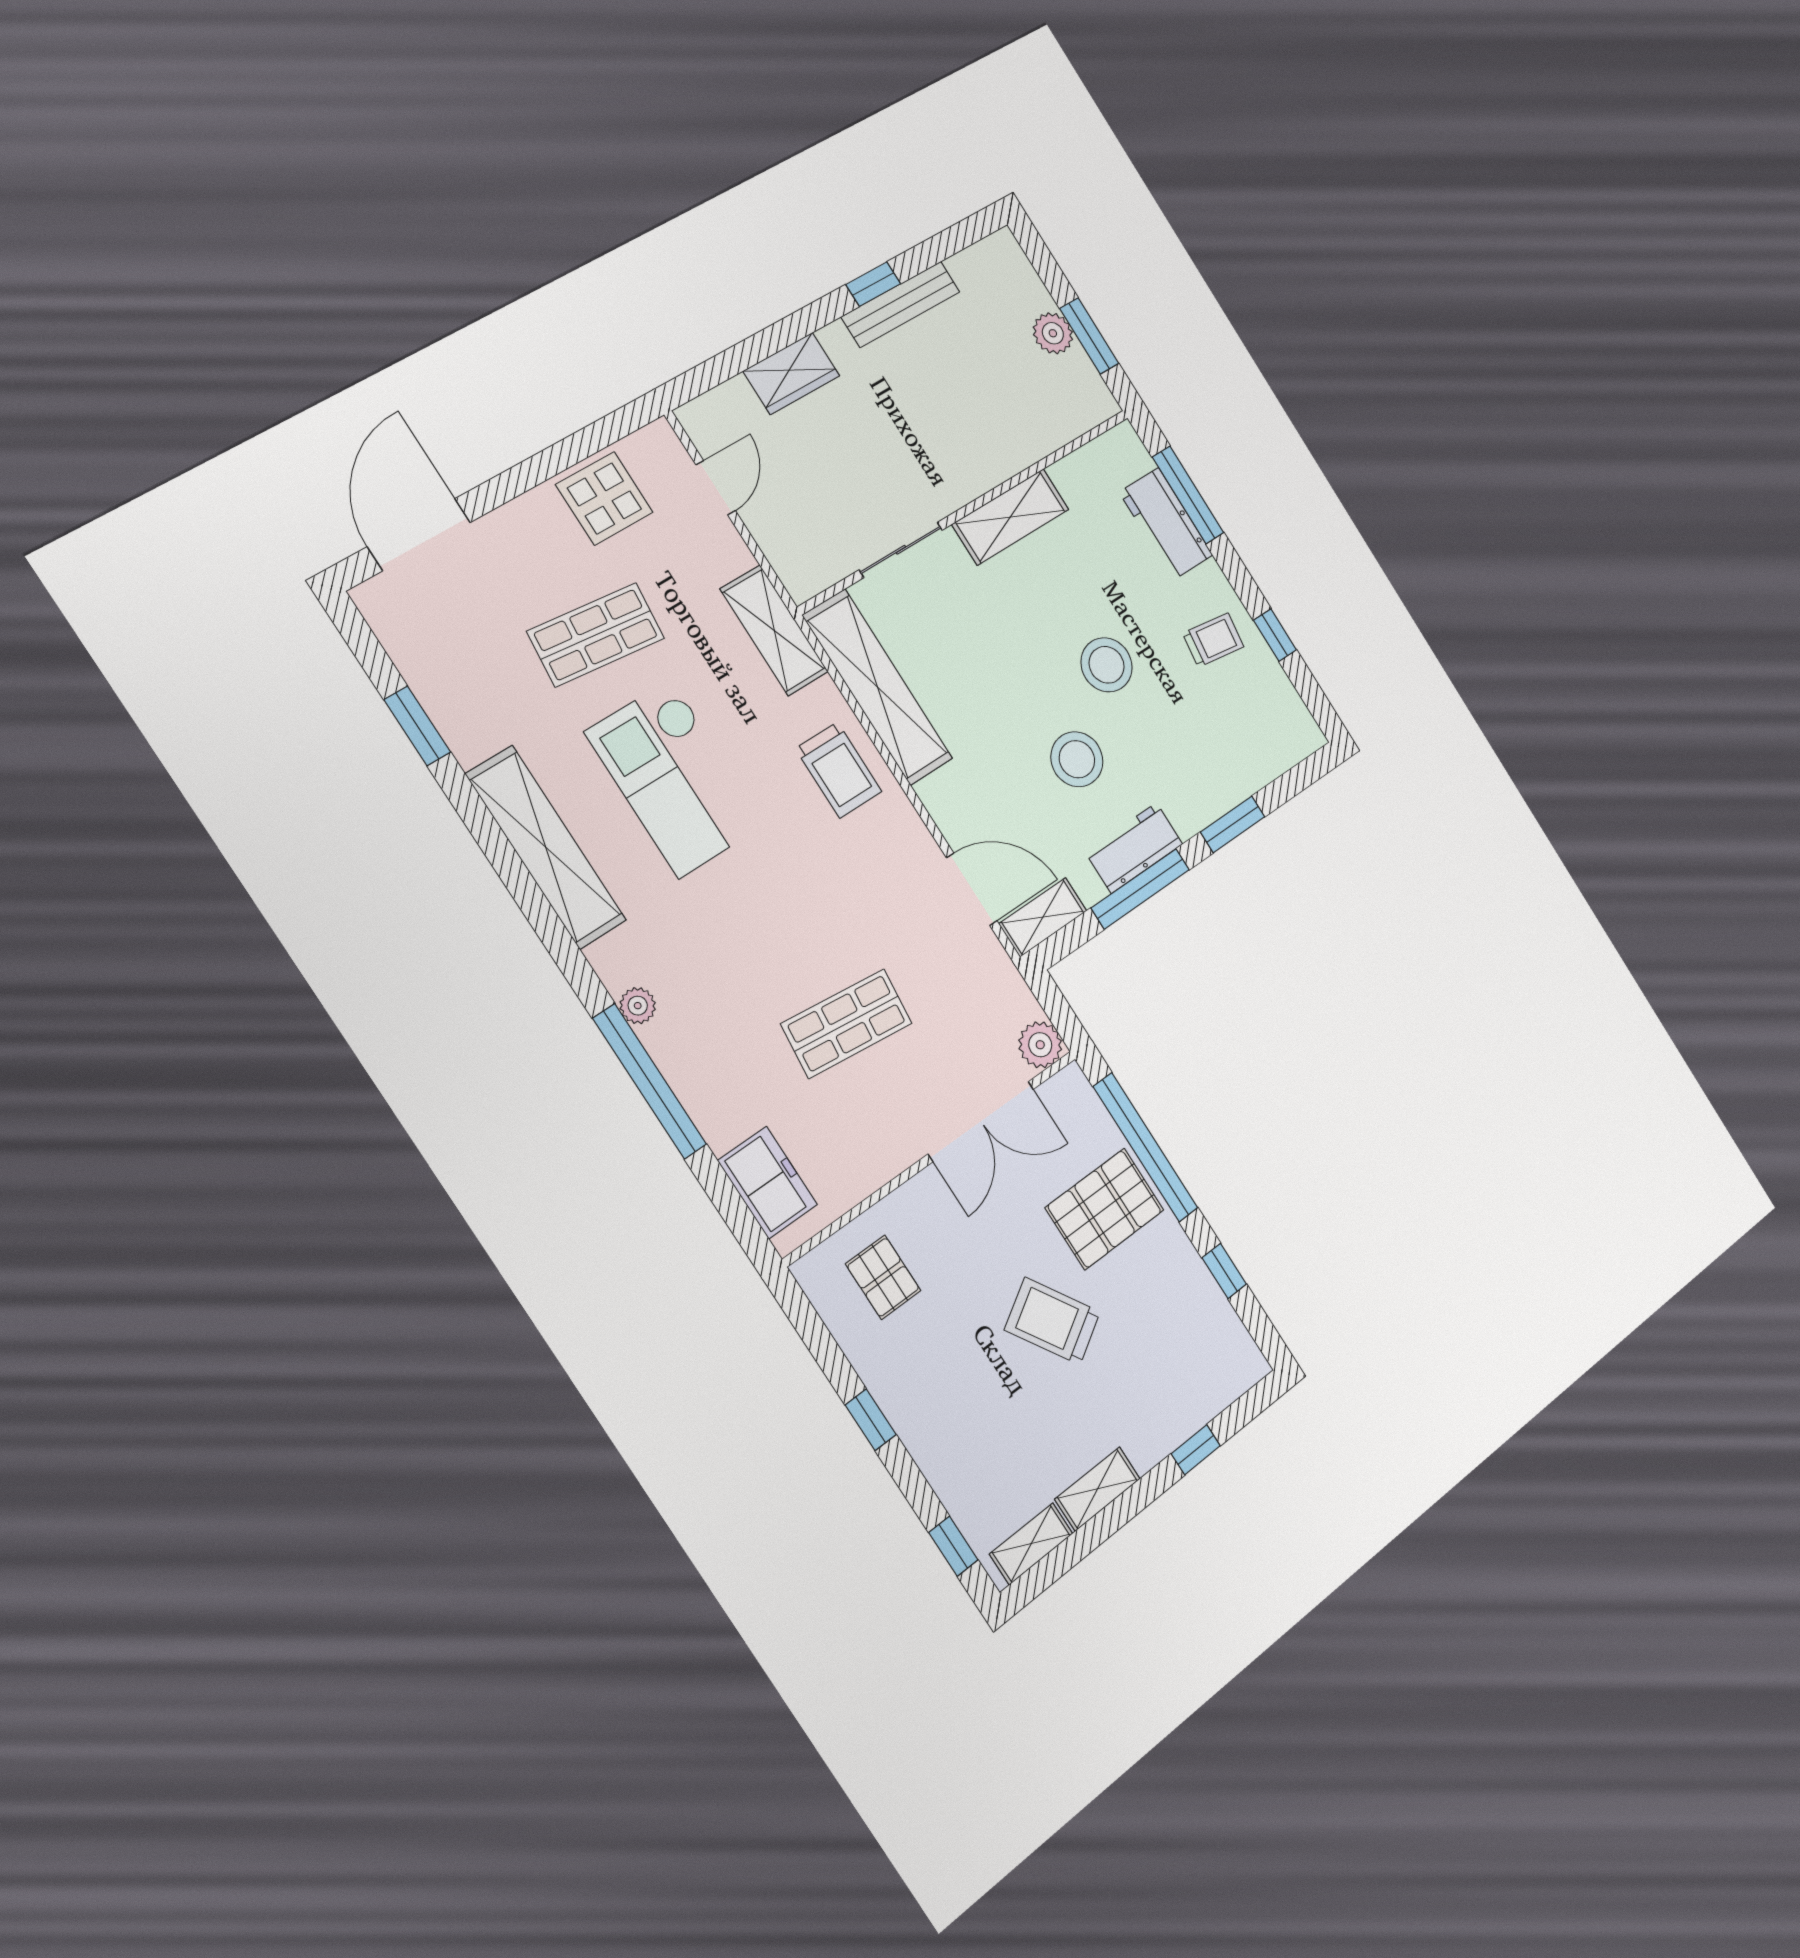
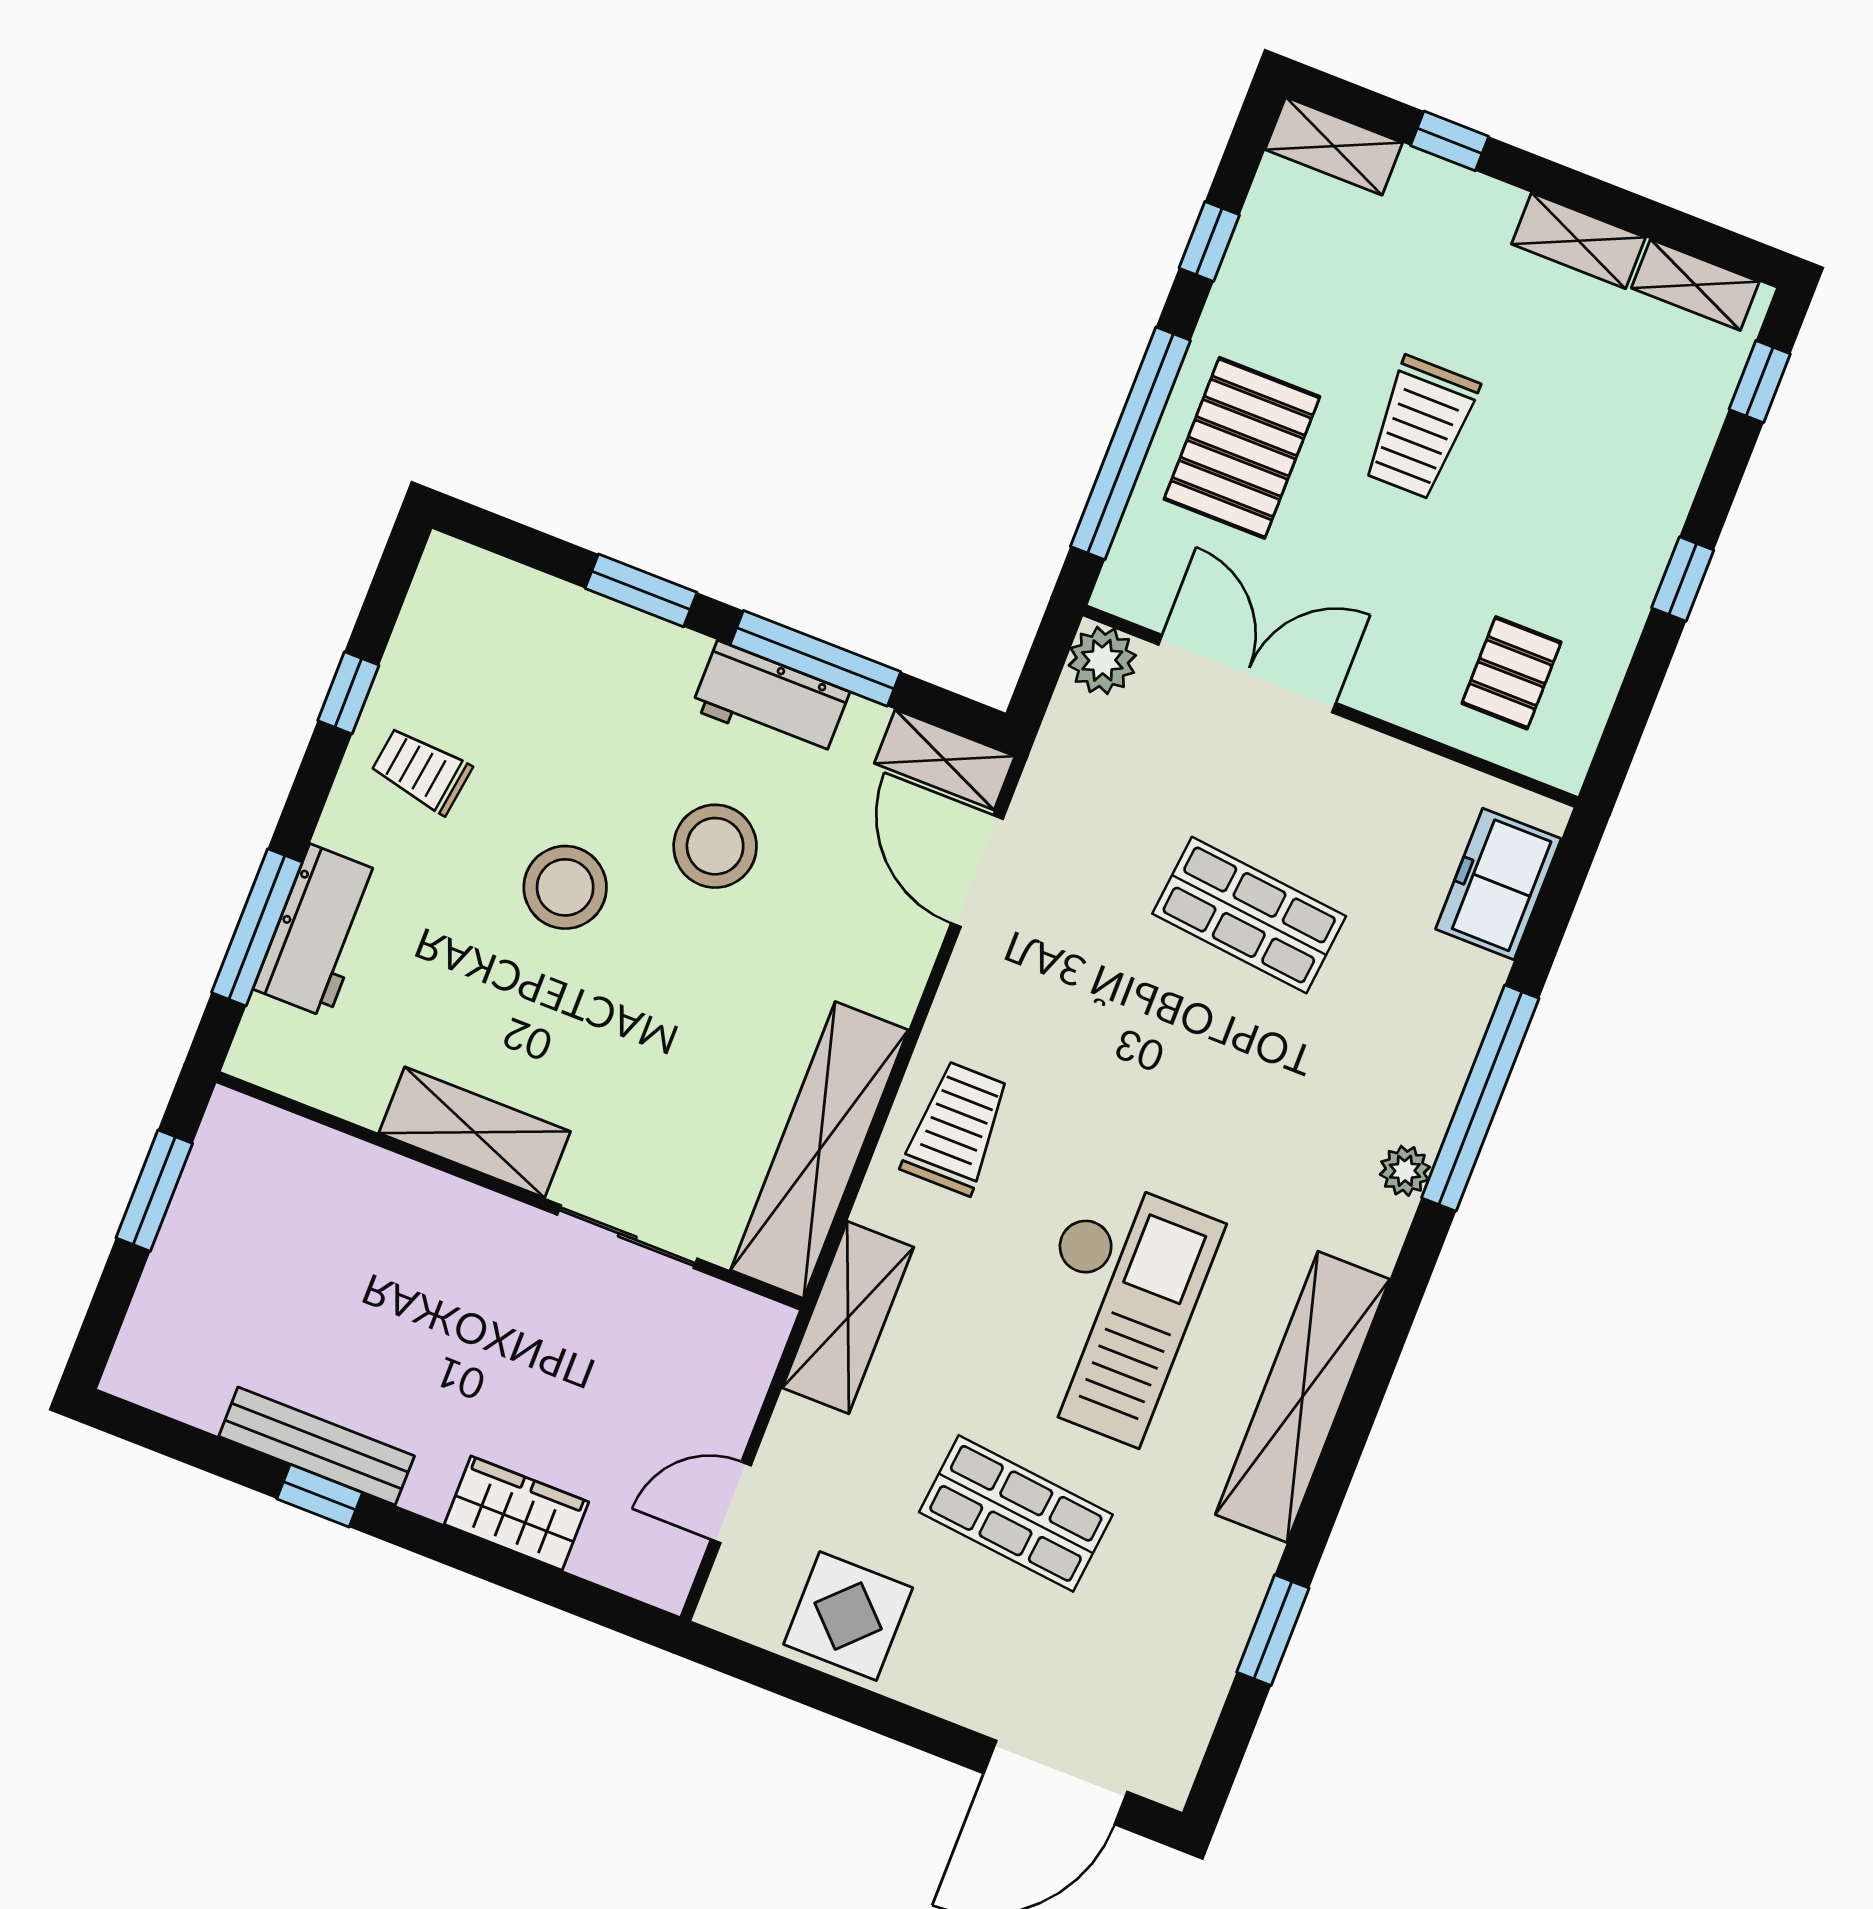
plant: (1053, 333) -> (191, 1238), removed
pallet: (1105, 1209) -> (1242, 448), turned 90
trolley: (1052, 1321) -> (1420, 428), turned 32
shelving: (1232, 1380) -> (1334, 146), added

